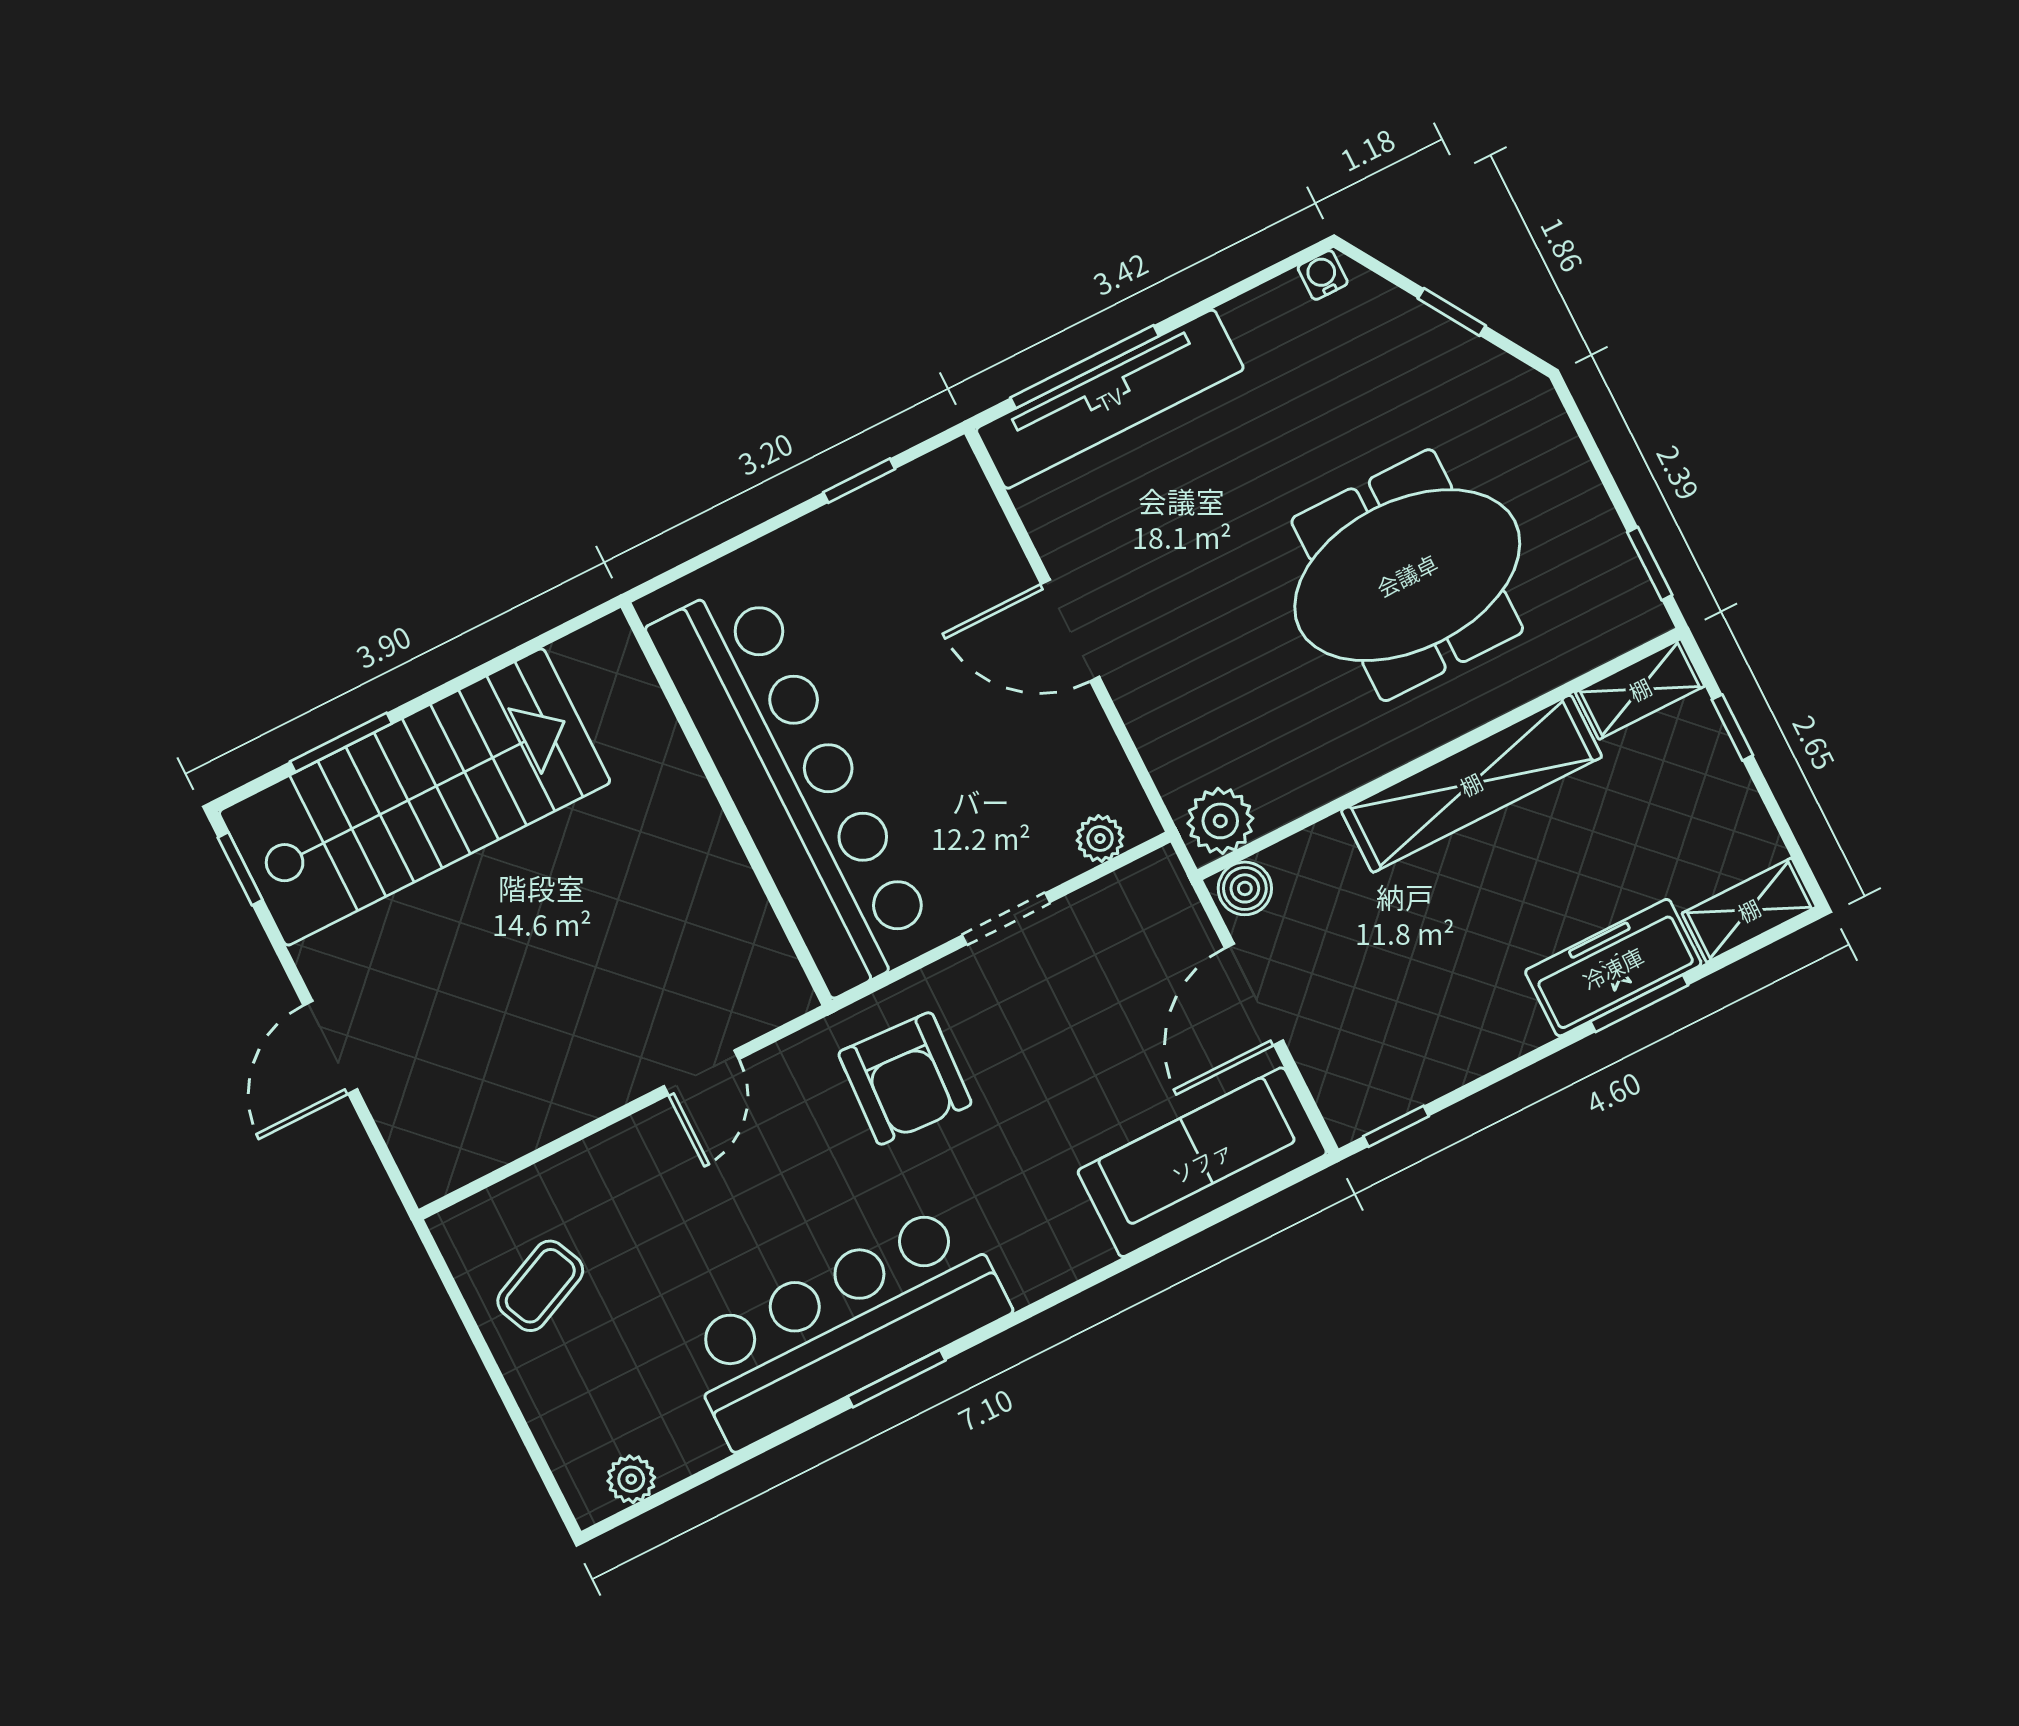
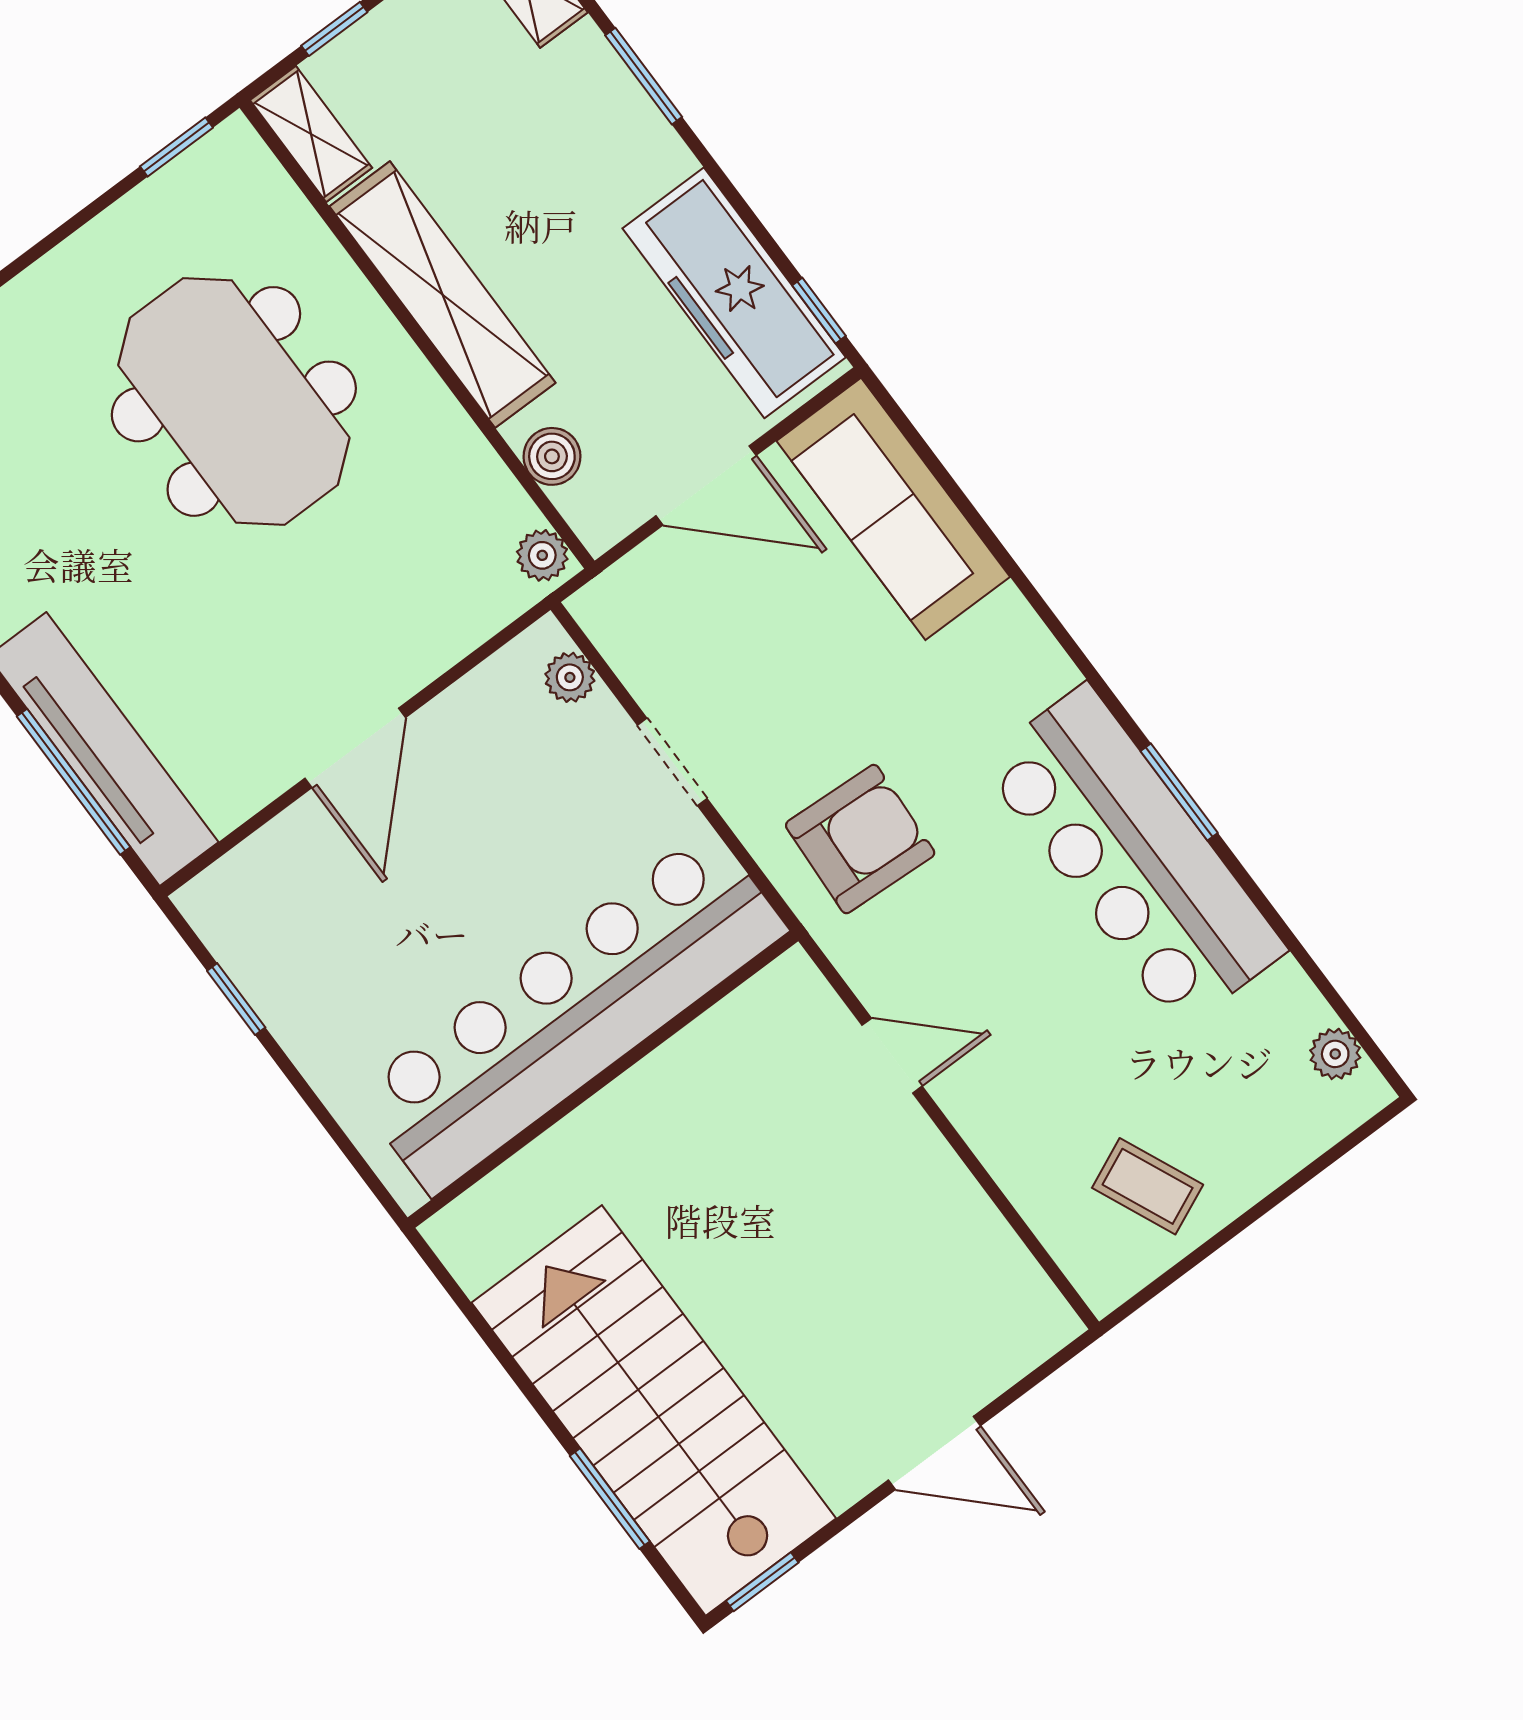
plant: (1220, 821) -> (542, 555), width x0.73, depth x0.73
boiler: (1245, 888) -> (552, 456), moved
freezer: (1613, 968) -> (734, 293), moved, width x1.36, depth x1.26

